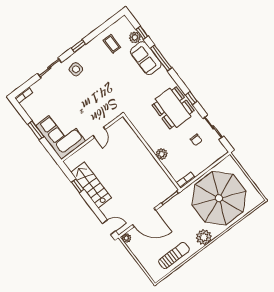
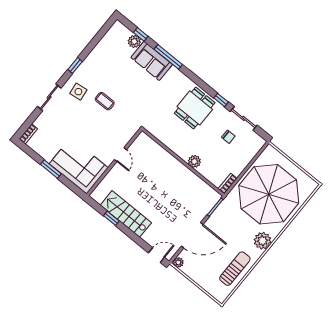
coffee table: (112, 44) -> (105, 101), moved
window: (191, 98) -> (221, 100), moved
dining table: (173, 108) -> (195, 108), width x0.73

